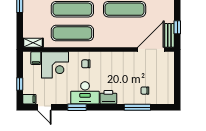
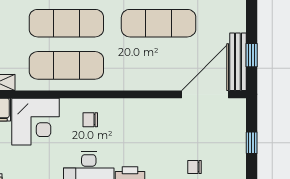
bench: (169, 35) -> (238, 62), width x1.36
window: (177, 77) -> (252, 143), added

